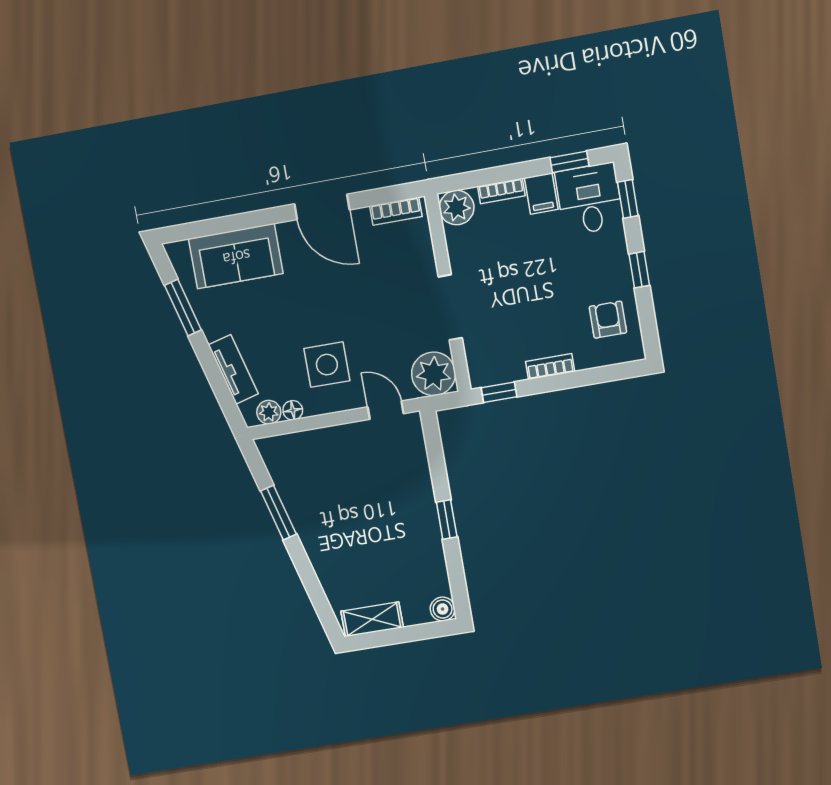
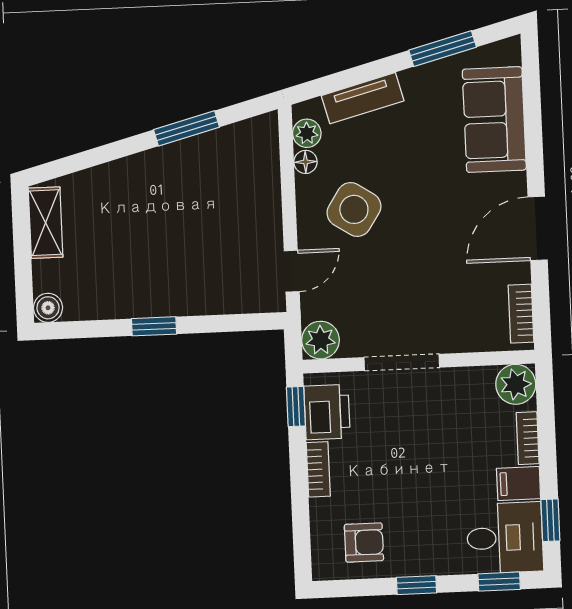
side table: (327, 365) -> (354, 209), turned 33
printer: (501, 365) -> (327, 412), added
plant: (434, 374) -> (321, 340), width x0.73, depth x0.73

